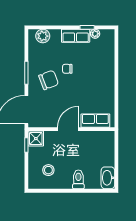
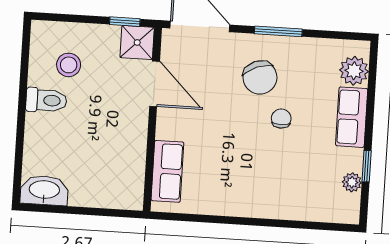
row of seats: (76, 36) -> (352, 117), moved
door: (68, 129) -> (155, 84), moved
toilet: (78, 179) -> (46, 100), moved

